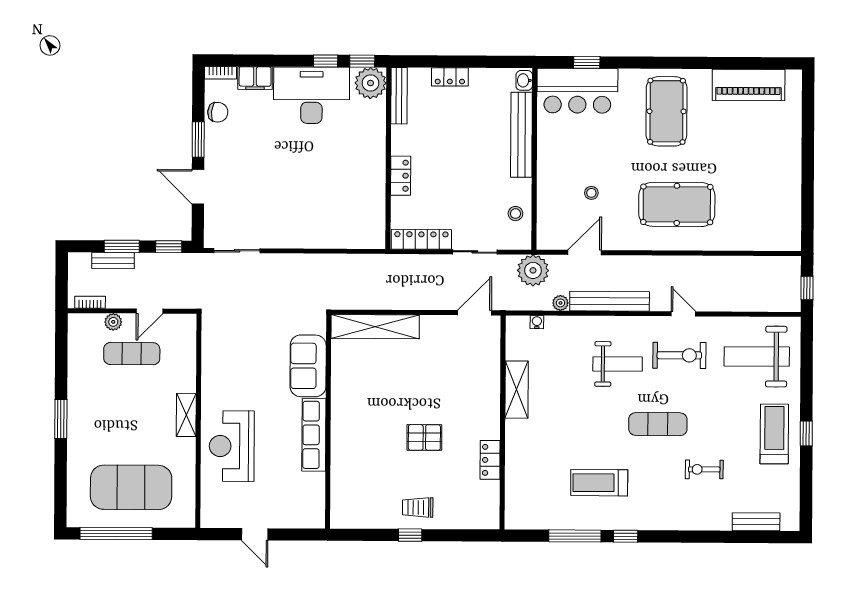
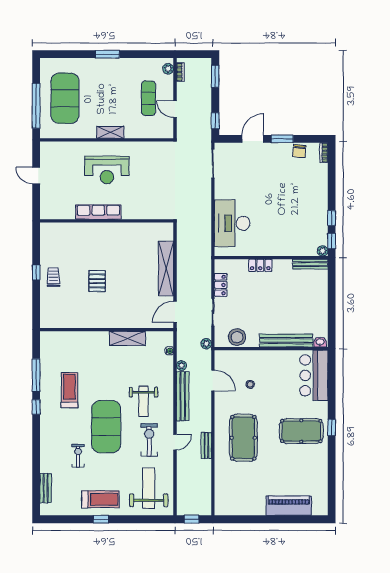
window: (587, 62) -> (332, 427), moved
locker: (450, 77) -> (322, 296), removed
filing cabinet: (255, 78) -> (321, 174), removed
plant: (371, 83) -> (323, 251), width x0.53, depth x0.53
piano: (749, 85) -> (289, 506), moved, turned 90
desk: (311, 95) -> (232, 223), moved, turned 180
stool: (515, 214) -> (237, 337), width x1.89, depth x1.89
locker: (421, 239) -> (221, 285), width x0.66
window: (122, 246) -> (215, 76), moved
bench: (113, 261) -> (206, 445), moved
plant: (533, 270) -> (206, 344), width x0.53, depth x0.53
door: (475, 313) -> (175, 312), swing flipped
plant: (113, 322) -> (168, 69), moved
shelving: (375, 327) -> (166, 269), moved
exercise bike: (679, 355) -> (149, 440), turned 180
sofa: (308, 366) -> (141, 208), removed
exercise mat: (658, 424) -> (106, 427), width x2.00, depth x1.45
reception desk: (232, 446) -> (107, 170), moved, turned 180
locker: (490, 460) -> (83, 322), removed
window: (116, 534) -> (36, 106), moved
door: (255, 534) -> (36, 176), hinge flipped

